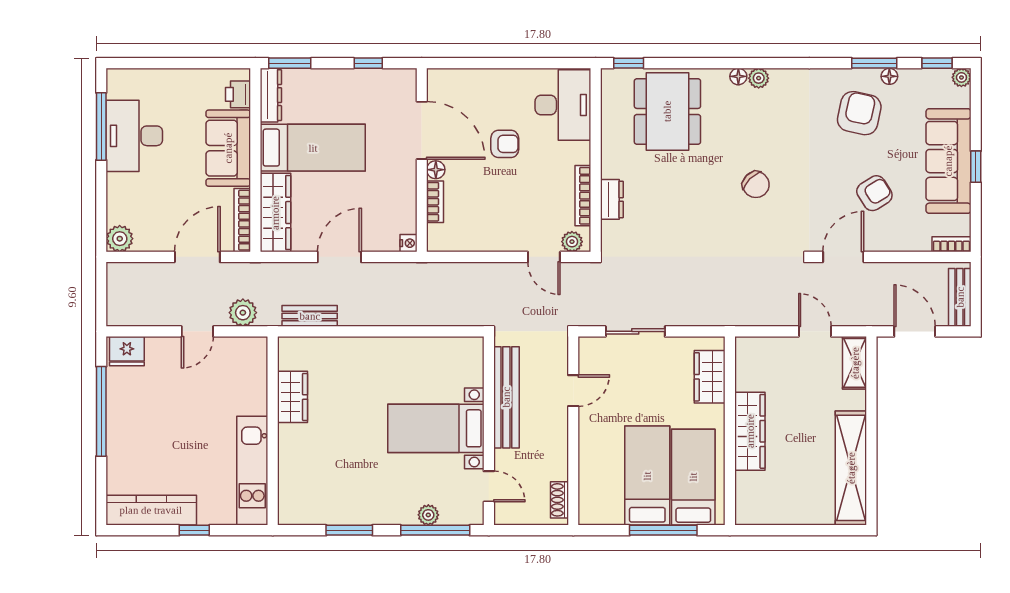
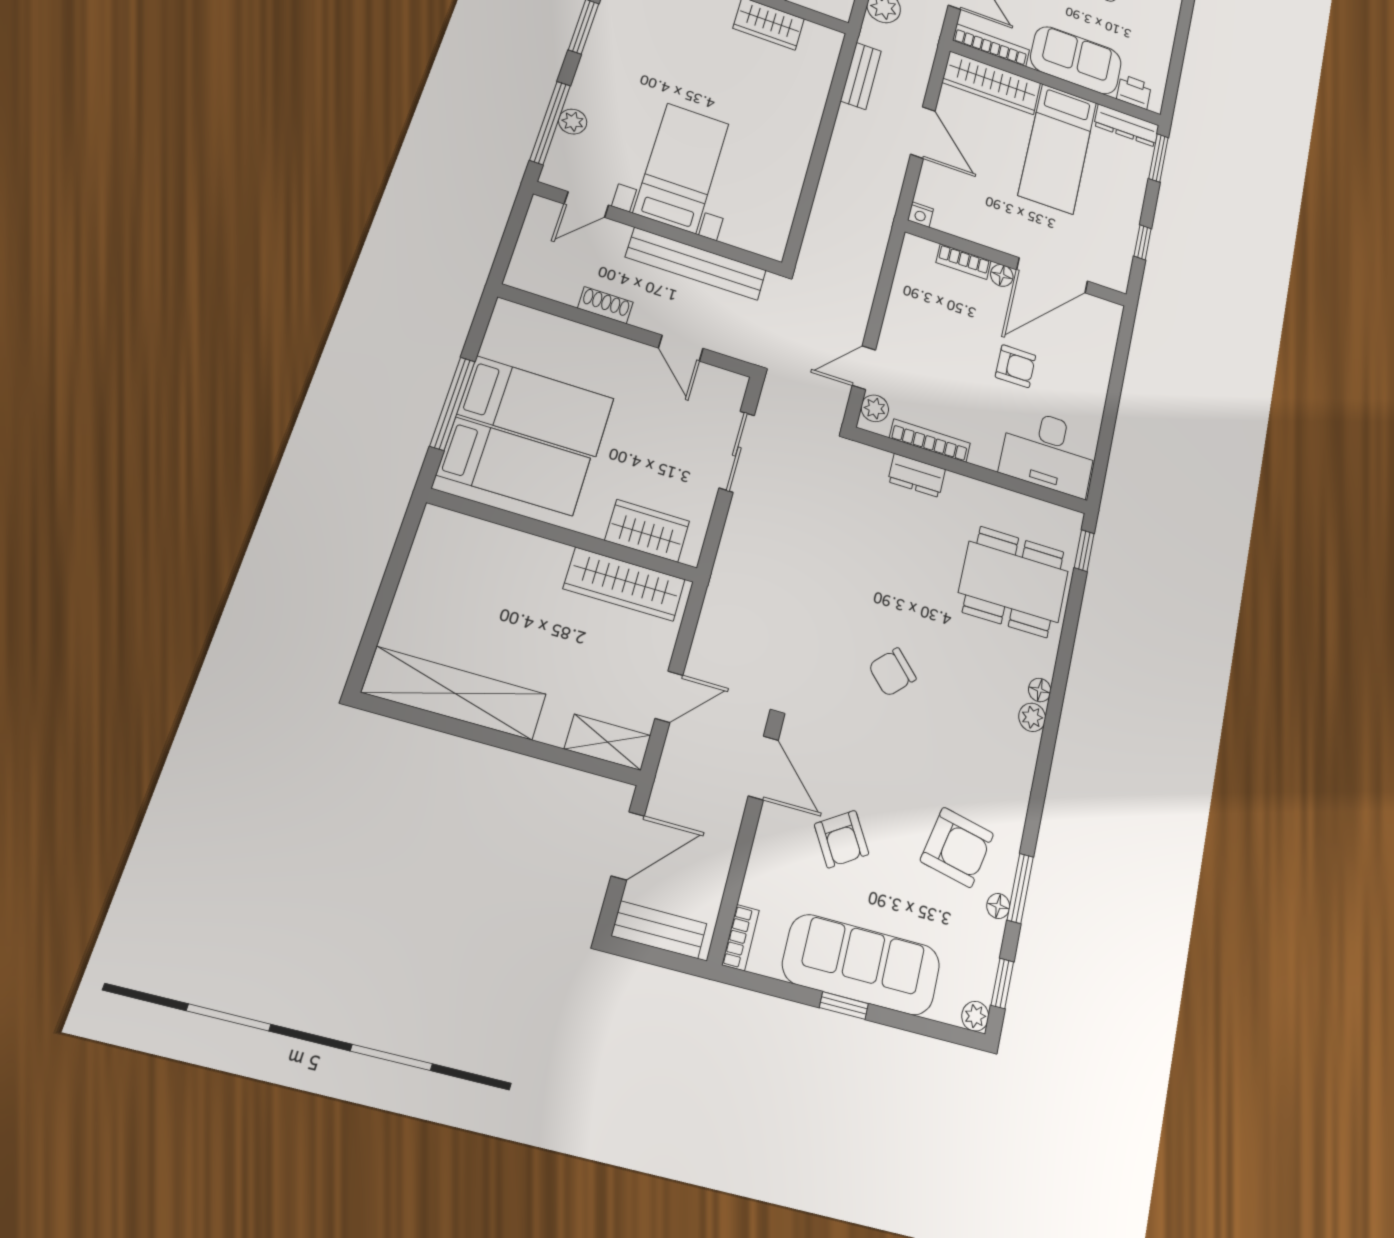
armchair: (505, 144) -> (1016, 366), turned -90
wardrobe: (750, 431) -> (624, 584), moved
shoe rack: (559, 500) -> (605, 305), moved

